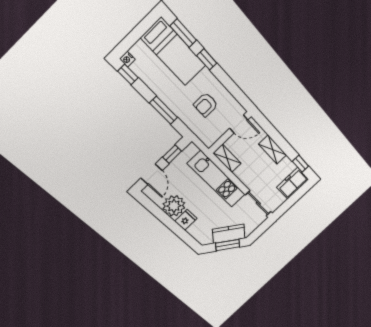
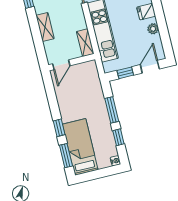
window: (128, 74) -> (118, 137), moved
armchair: (206, 105) -> (78, 95), removed
door: (239, 124) -> (61, 65), swing flipped
plant: (174, 206) -> (153, 29), width x0.53, depth x0.53

